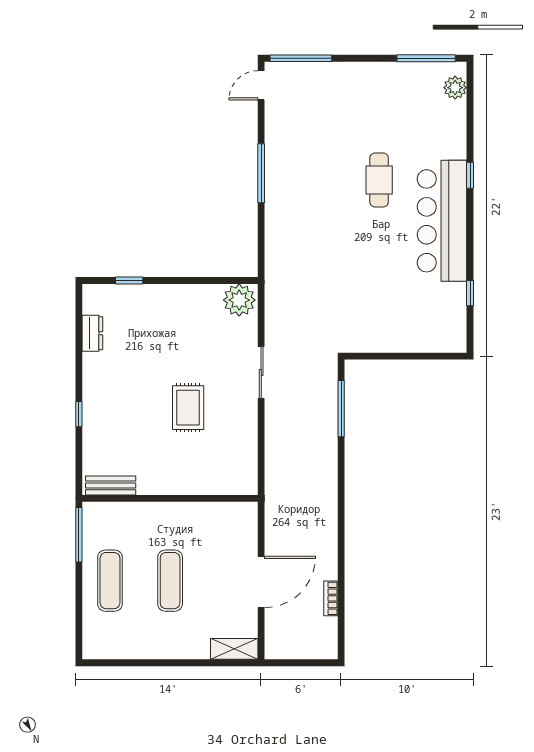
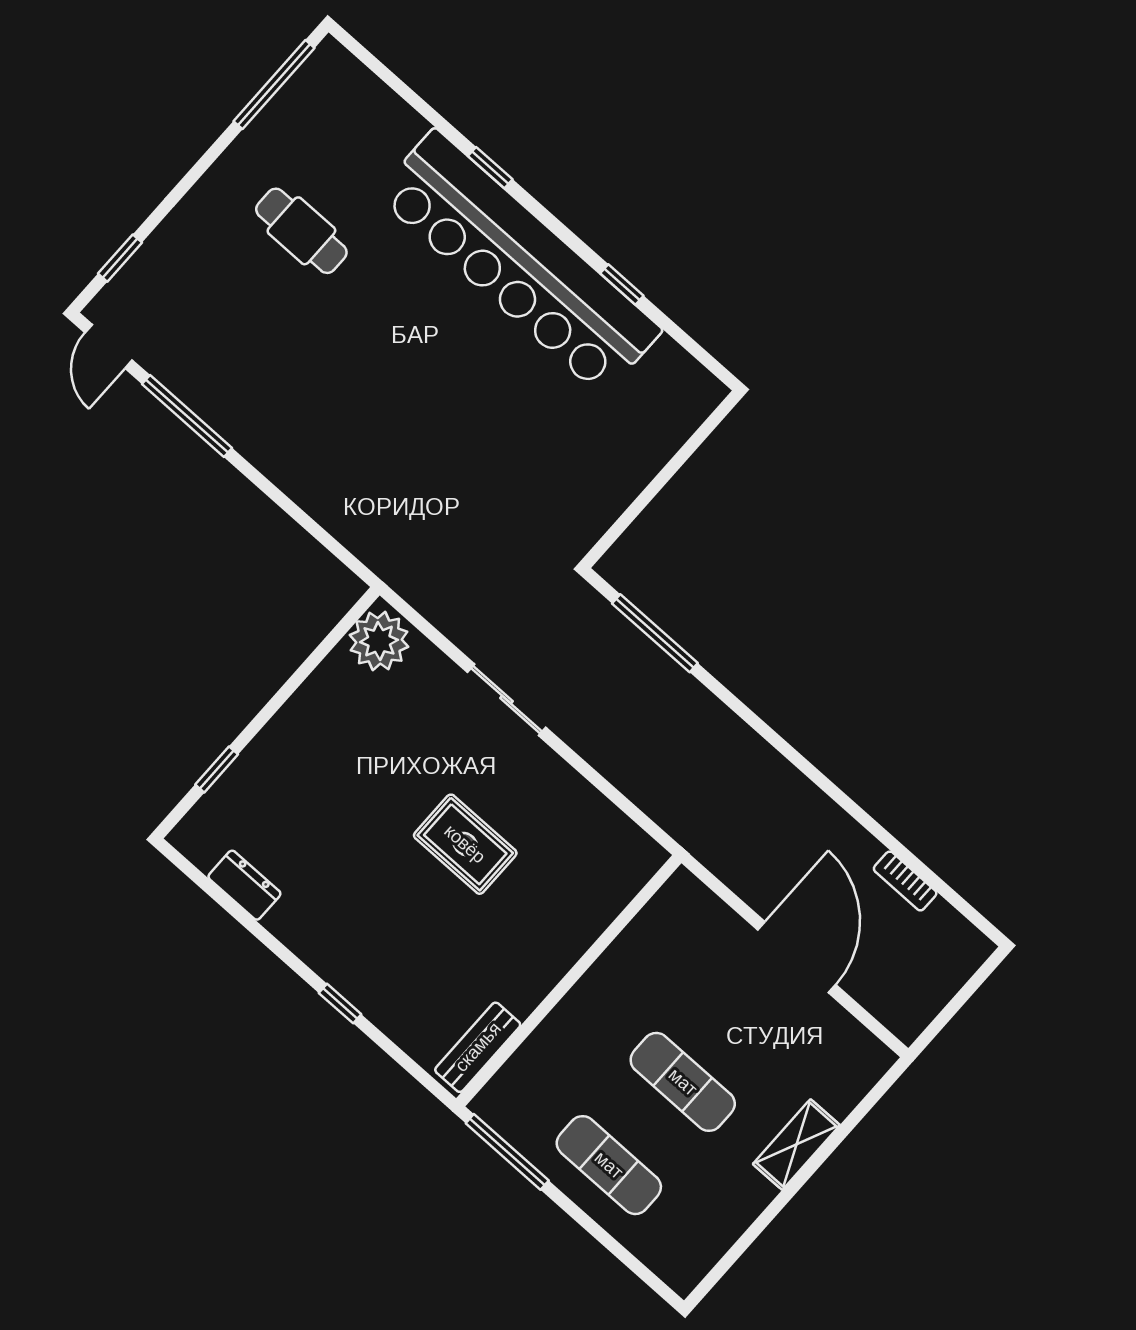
window: (301, 58) -> (120, 258), width x0.46
plant: (455, 88) -> (350, 80), removed
window: (261, 173) -> (187, 416), moved
cafe table: (379, 180) -> (301, 231), moved
bar counter: (442, 221) -> (519, 262), width x1.36
window: (470, 293) -> (622, 284), moved
shelving: (234, 649) -> (796, 1145), moved

